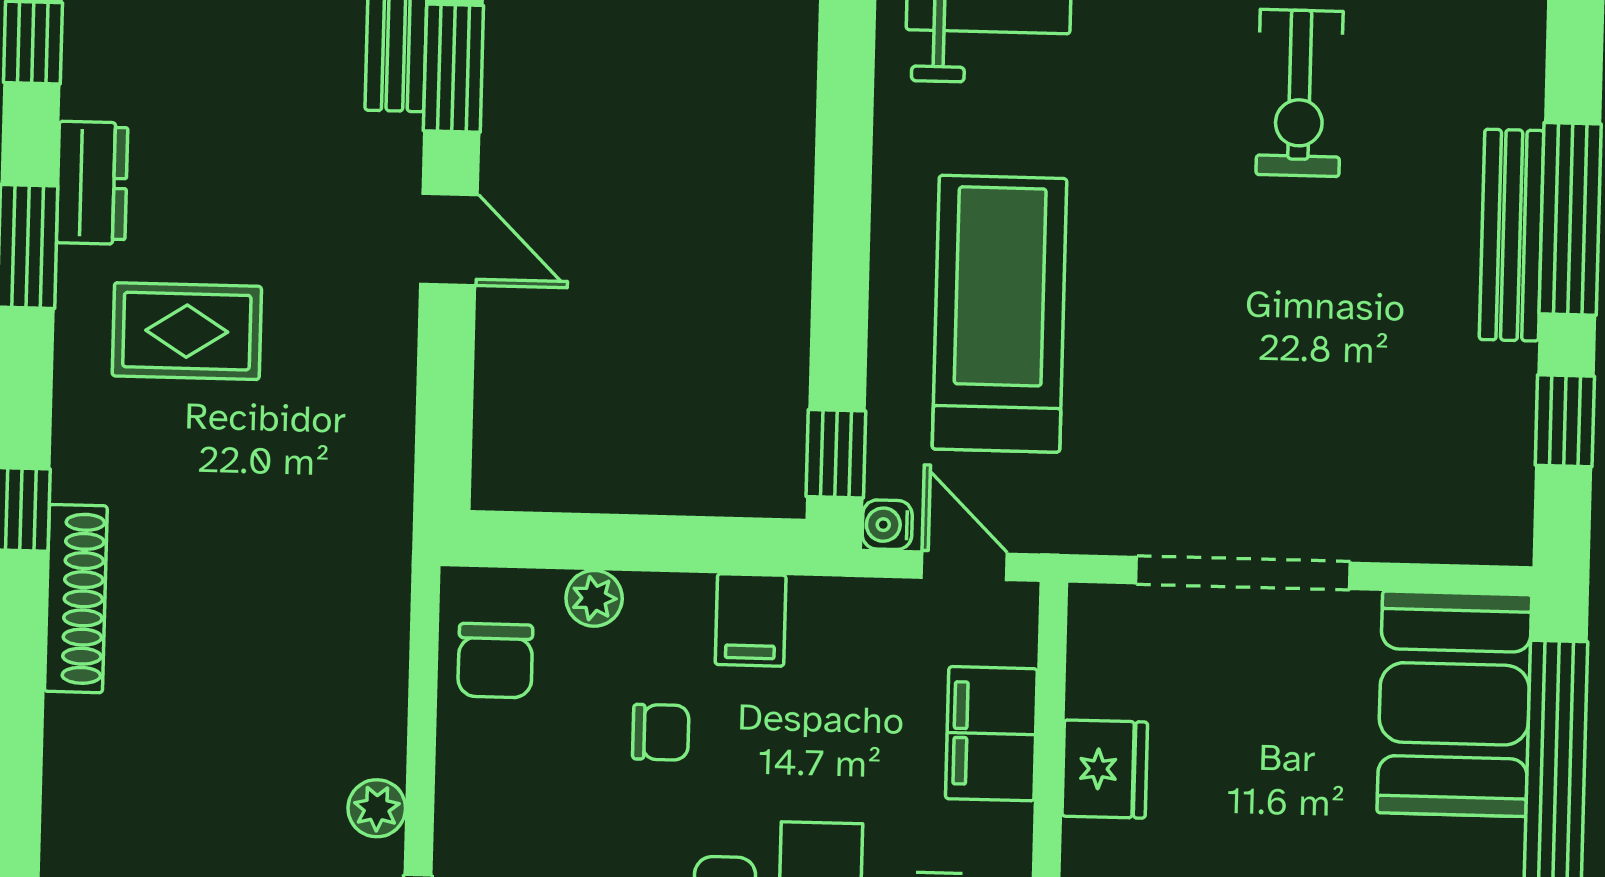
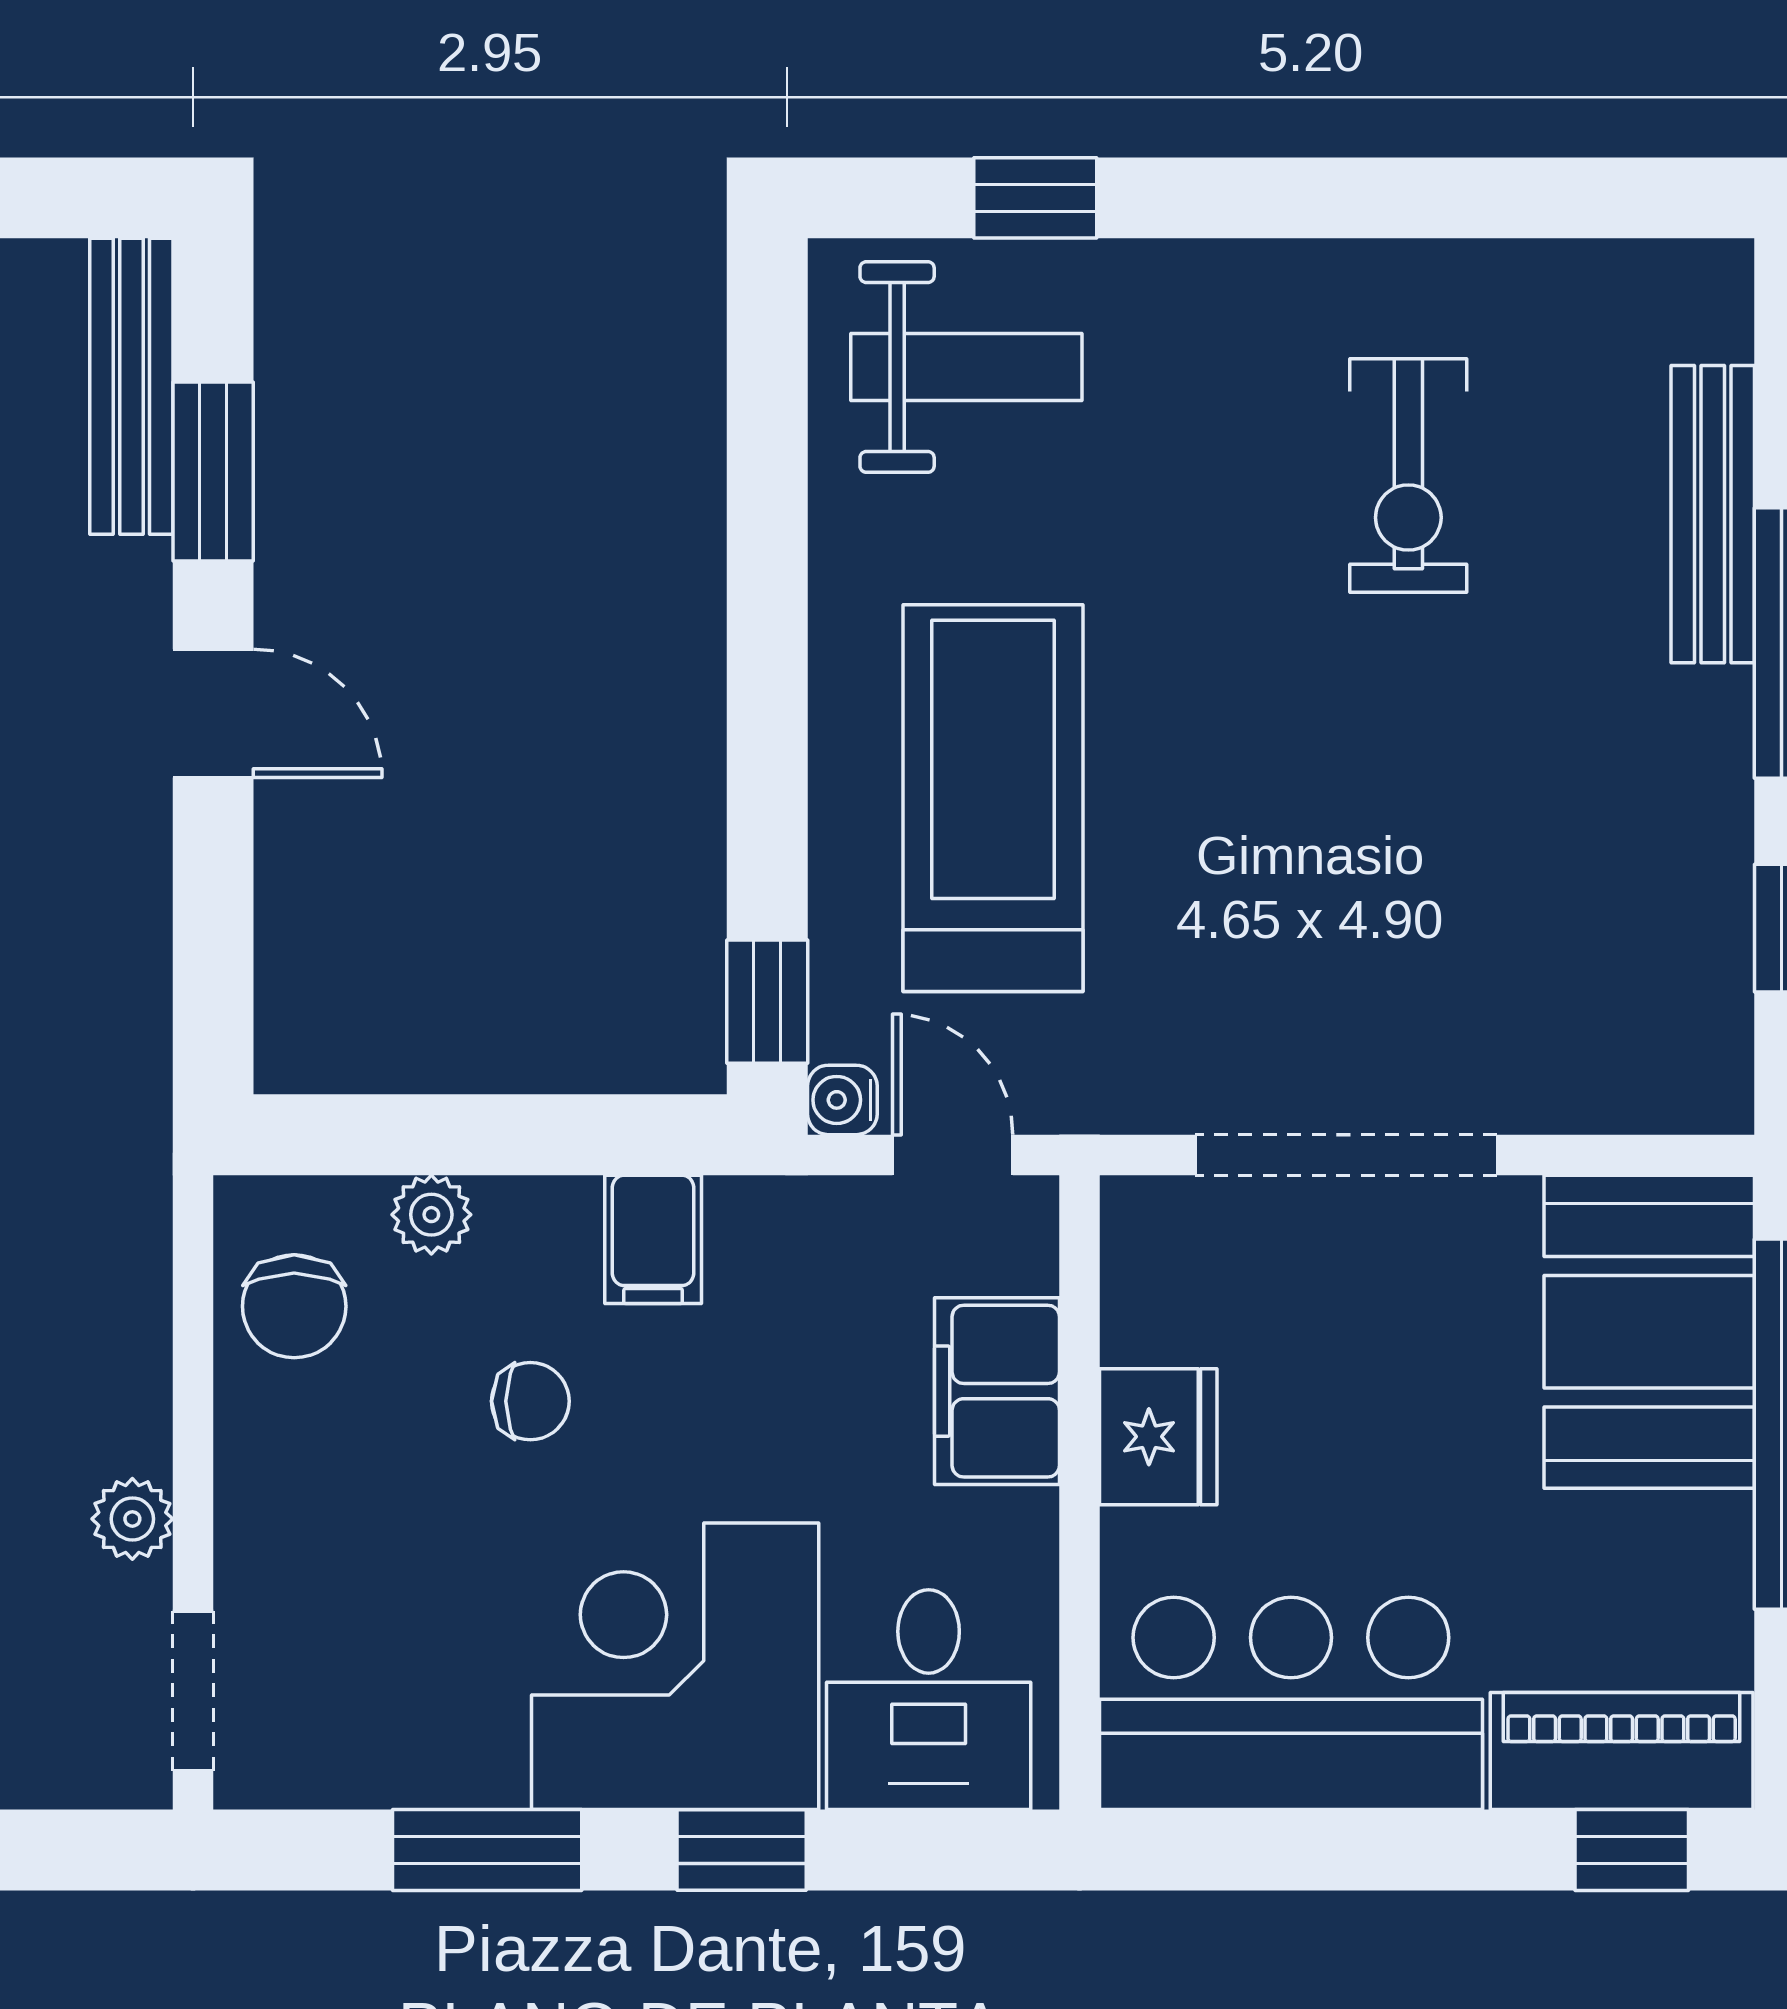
bench: (1512, 235) -> (1713, 514), moved

